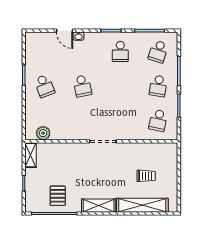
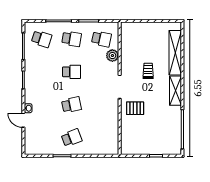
door: (65, 31) -> (23, 120), swing flipped
school desk: (120, 52) -> (71, 72), moved
plant: (43, 133) -> (112, 56), moved
shelving: (31, 155) -> (132, 150), removed
trolley: (146, 176) -> (148, 71), moved
pallet: (58, 196) -> (135, 108), moved

